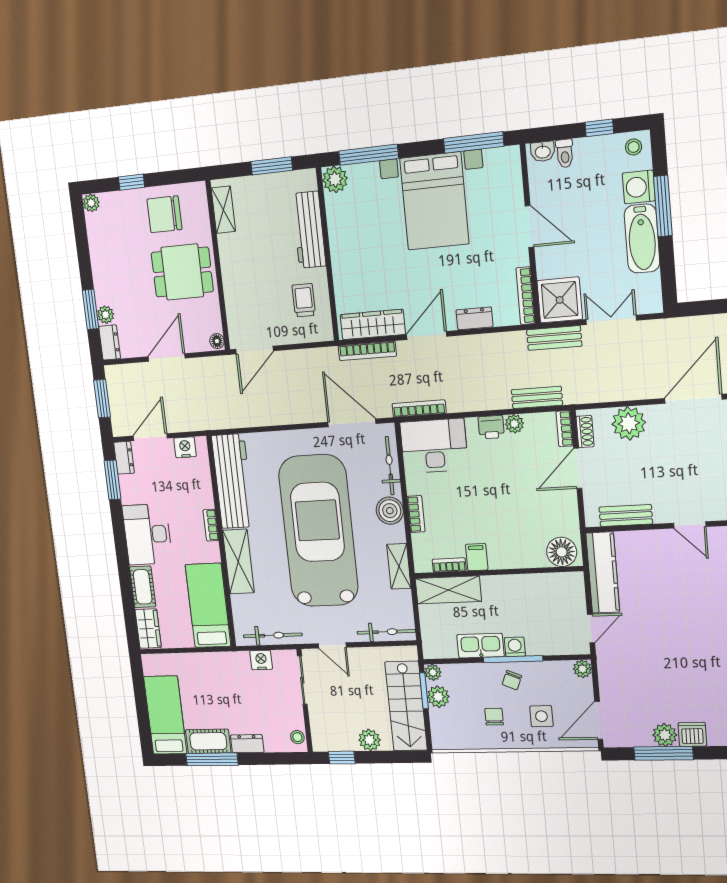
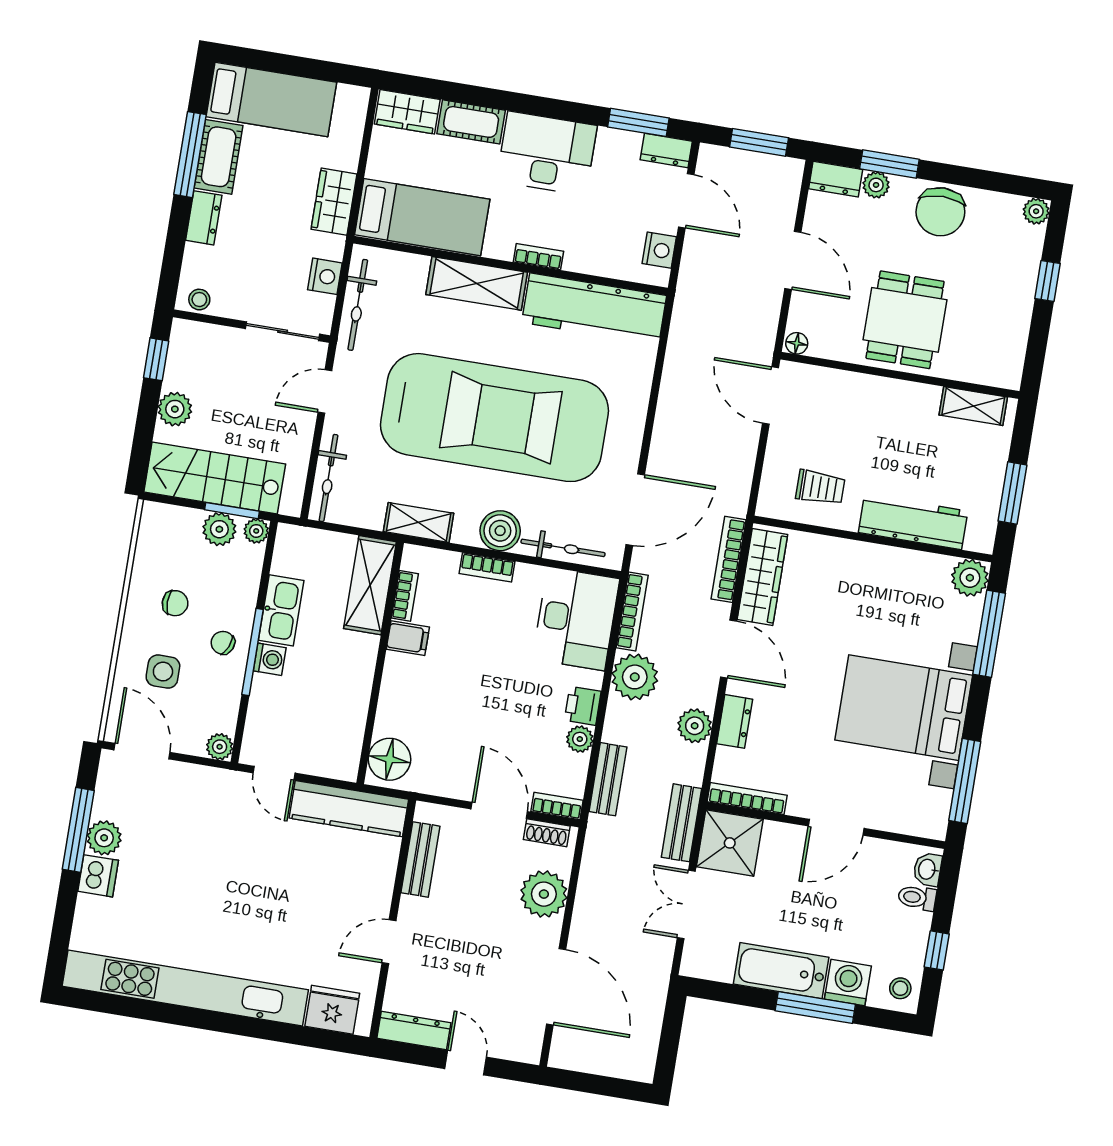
chair: (165, 214) -> (940, 212), moved, turned 180
double door: (611, 320) -> (686, 904), swing flipped
plant: (485, 346) -> (695, 726), added
plant: (462, 396) -> (635, 677), added
wardrobe: (214, 664) -> (334, 202), added

